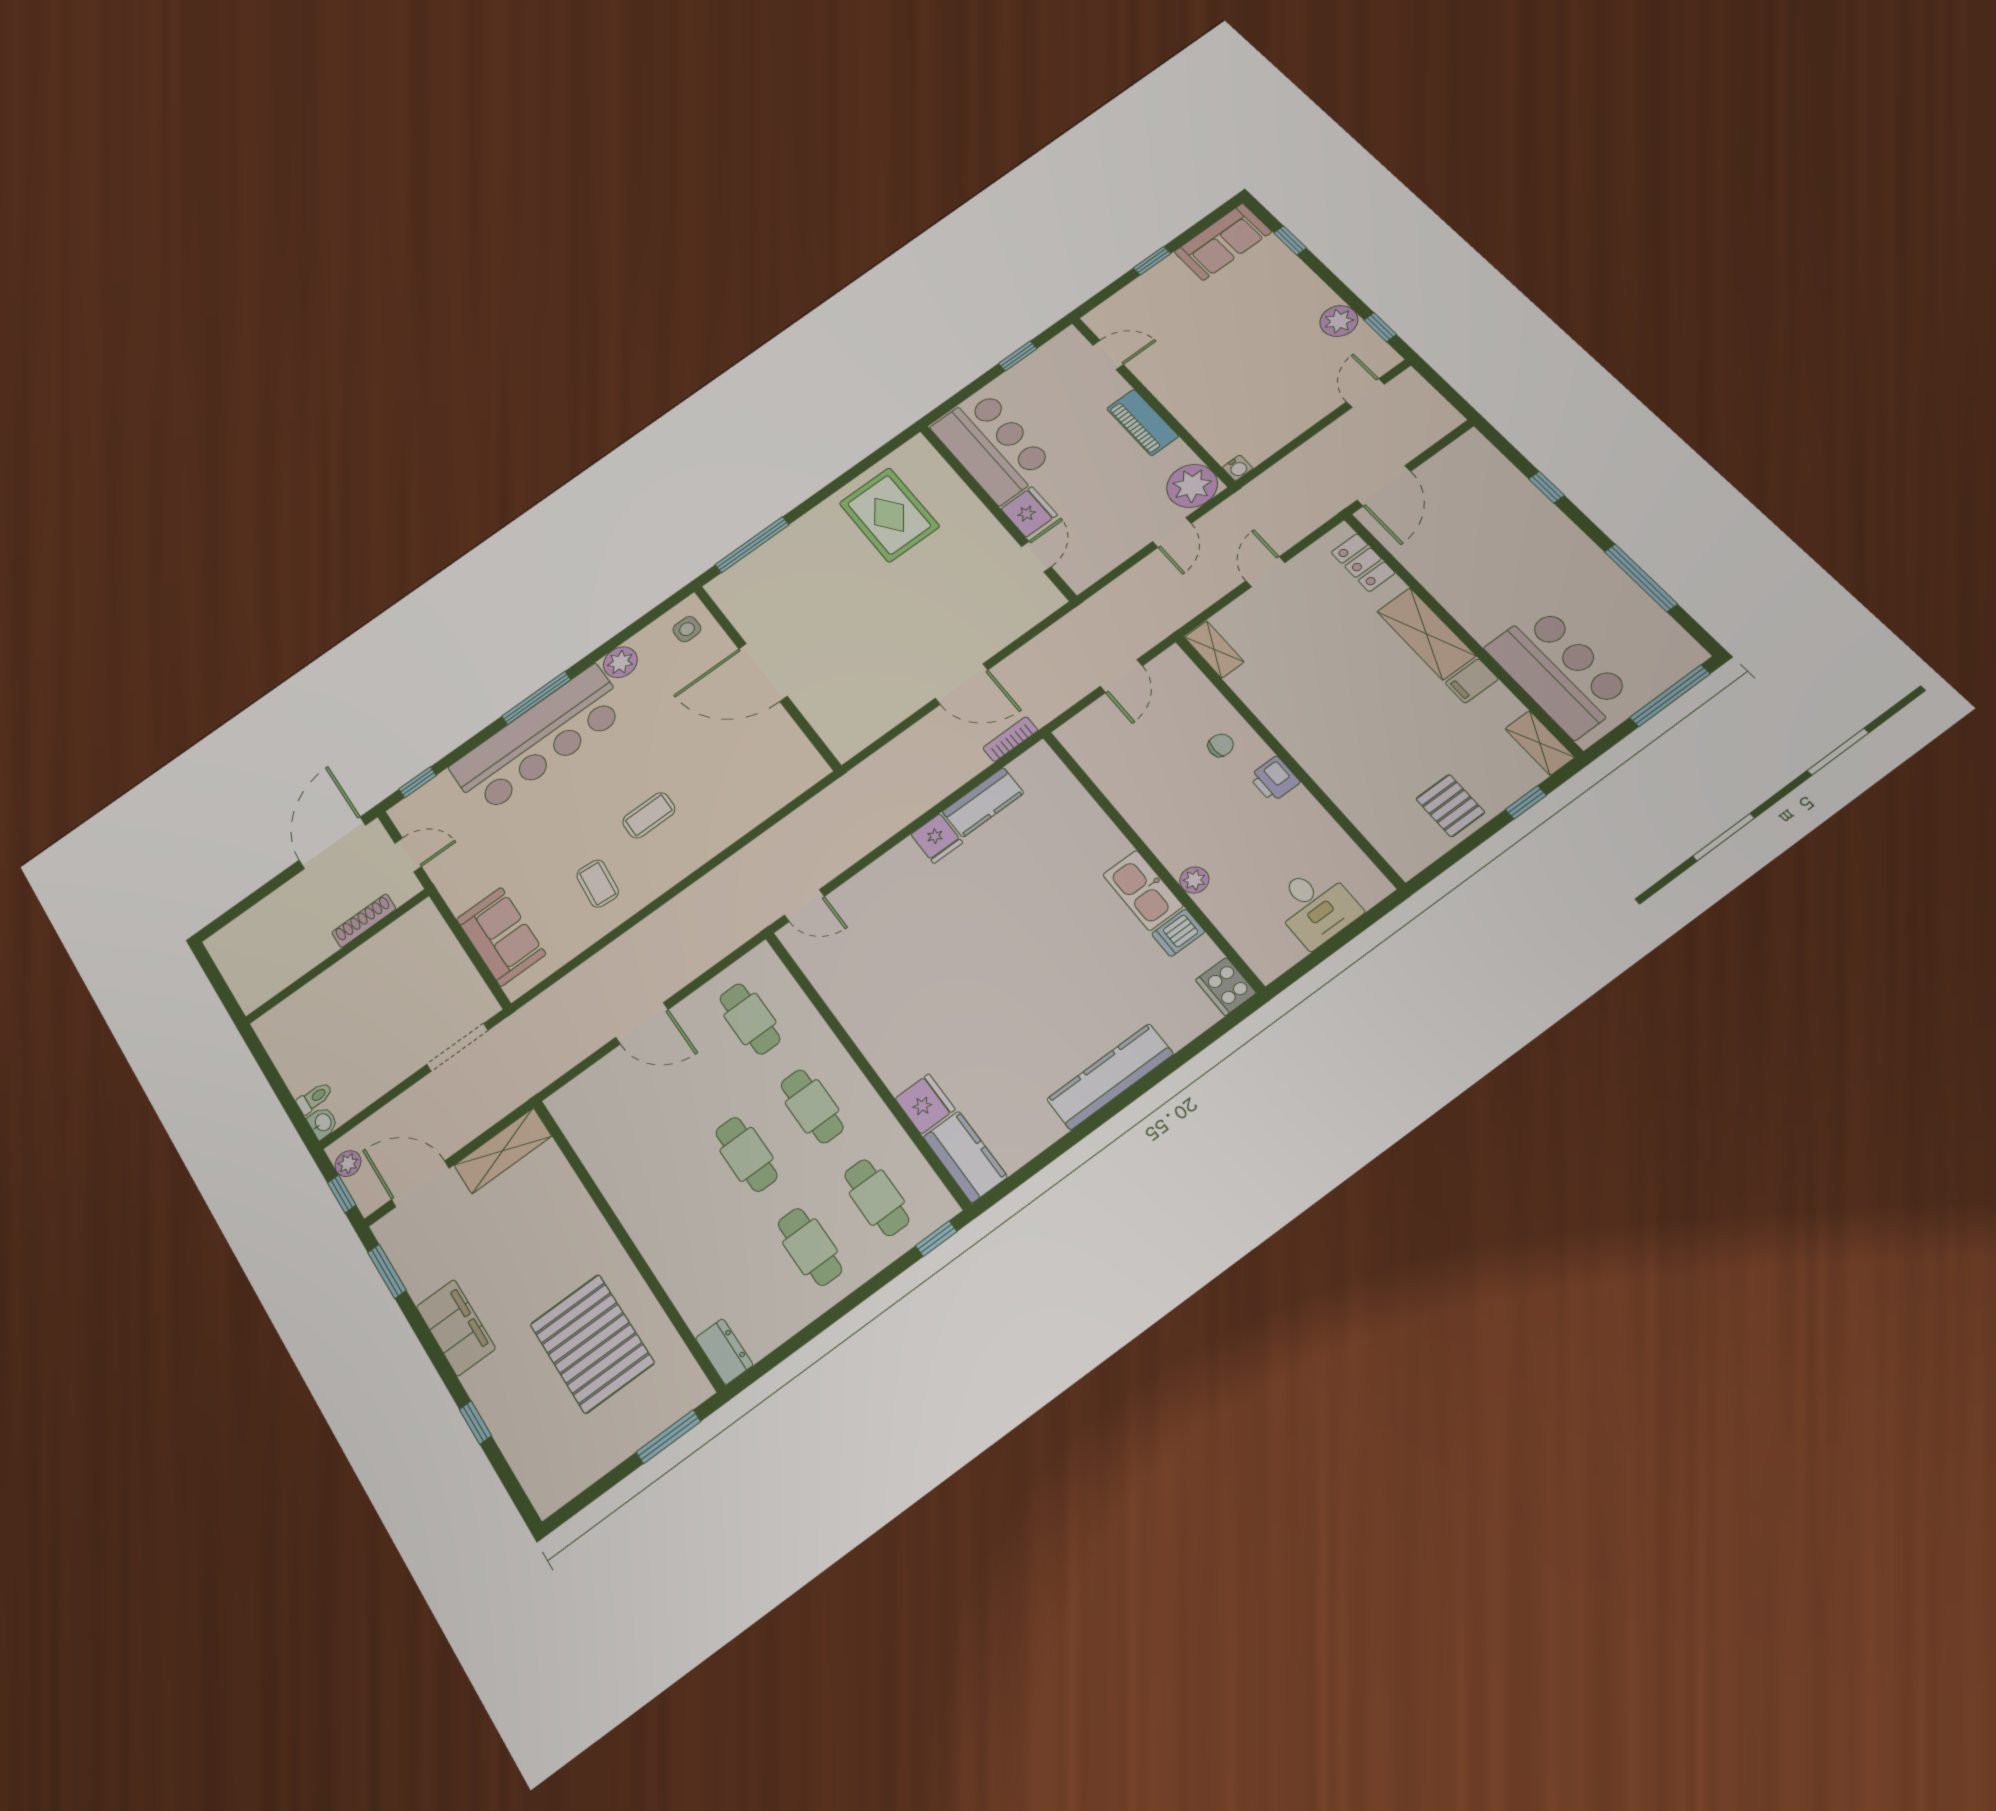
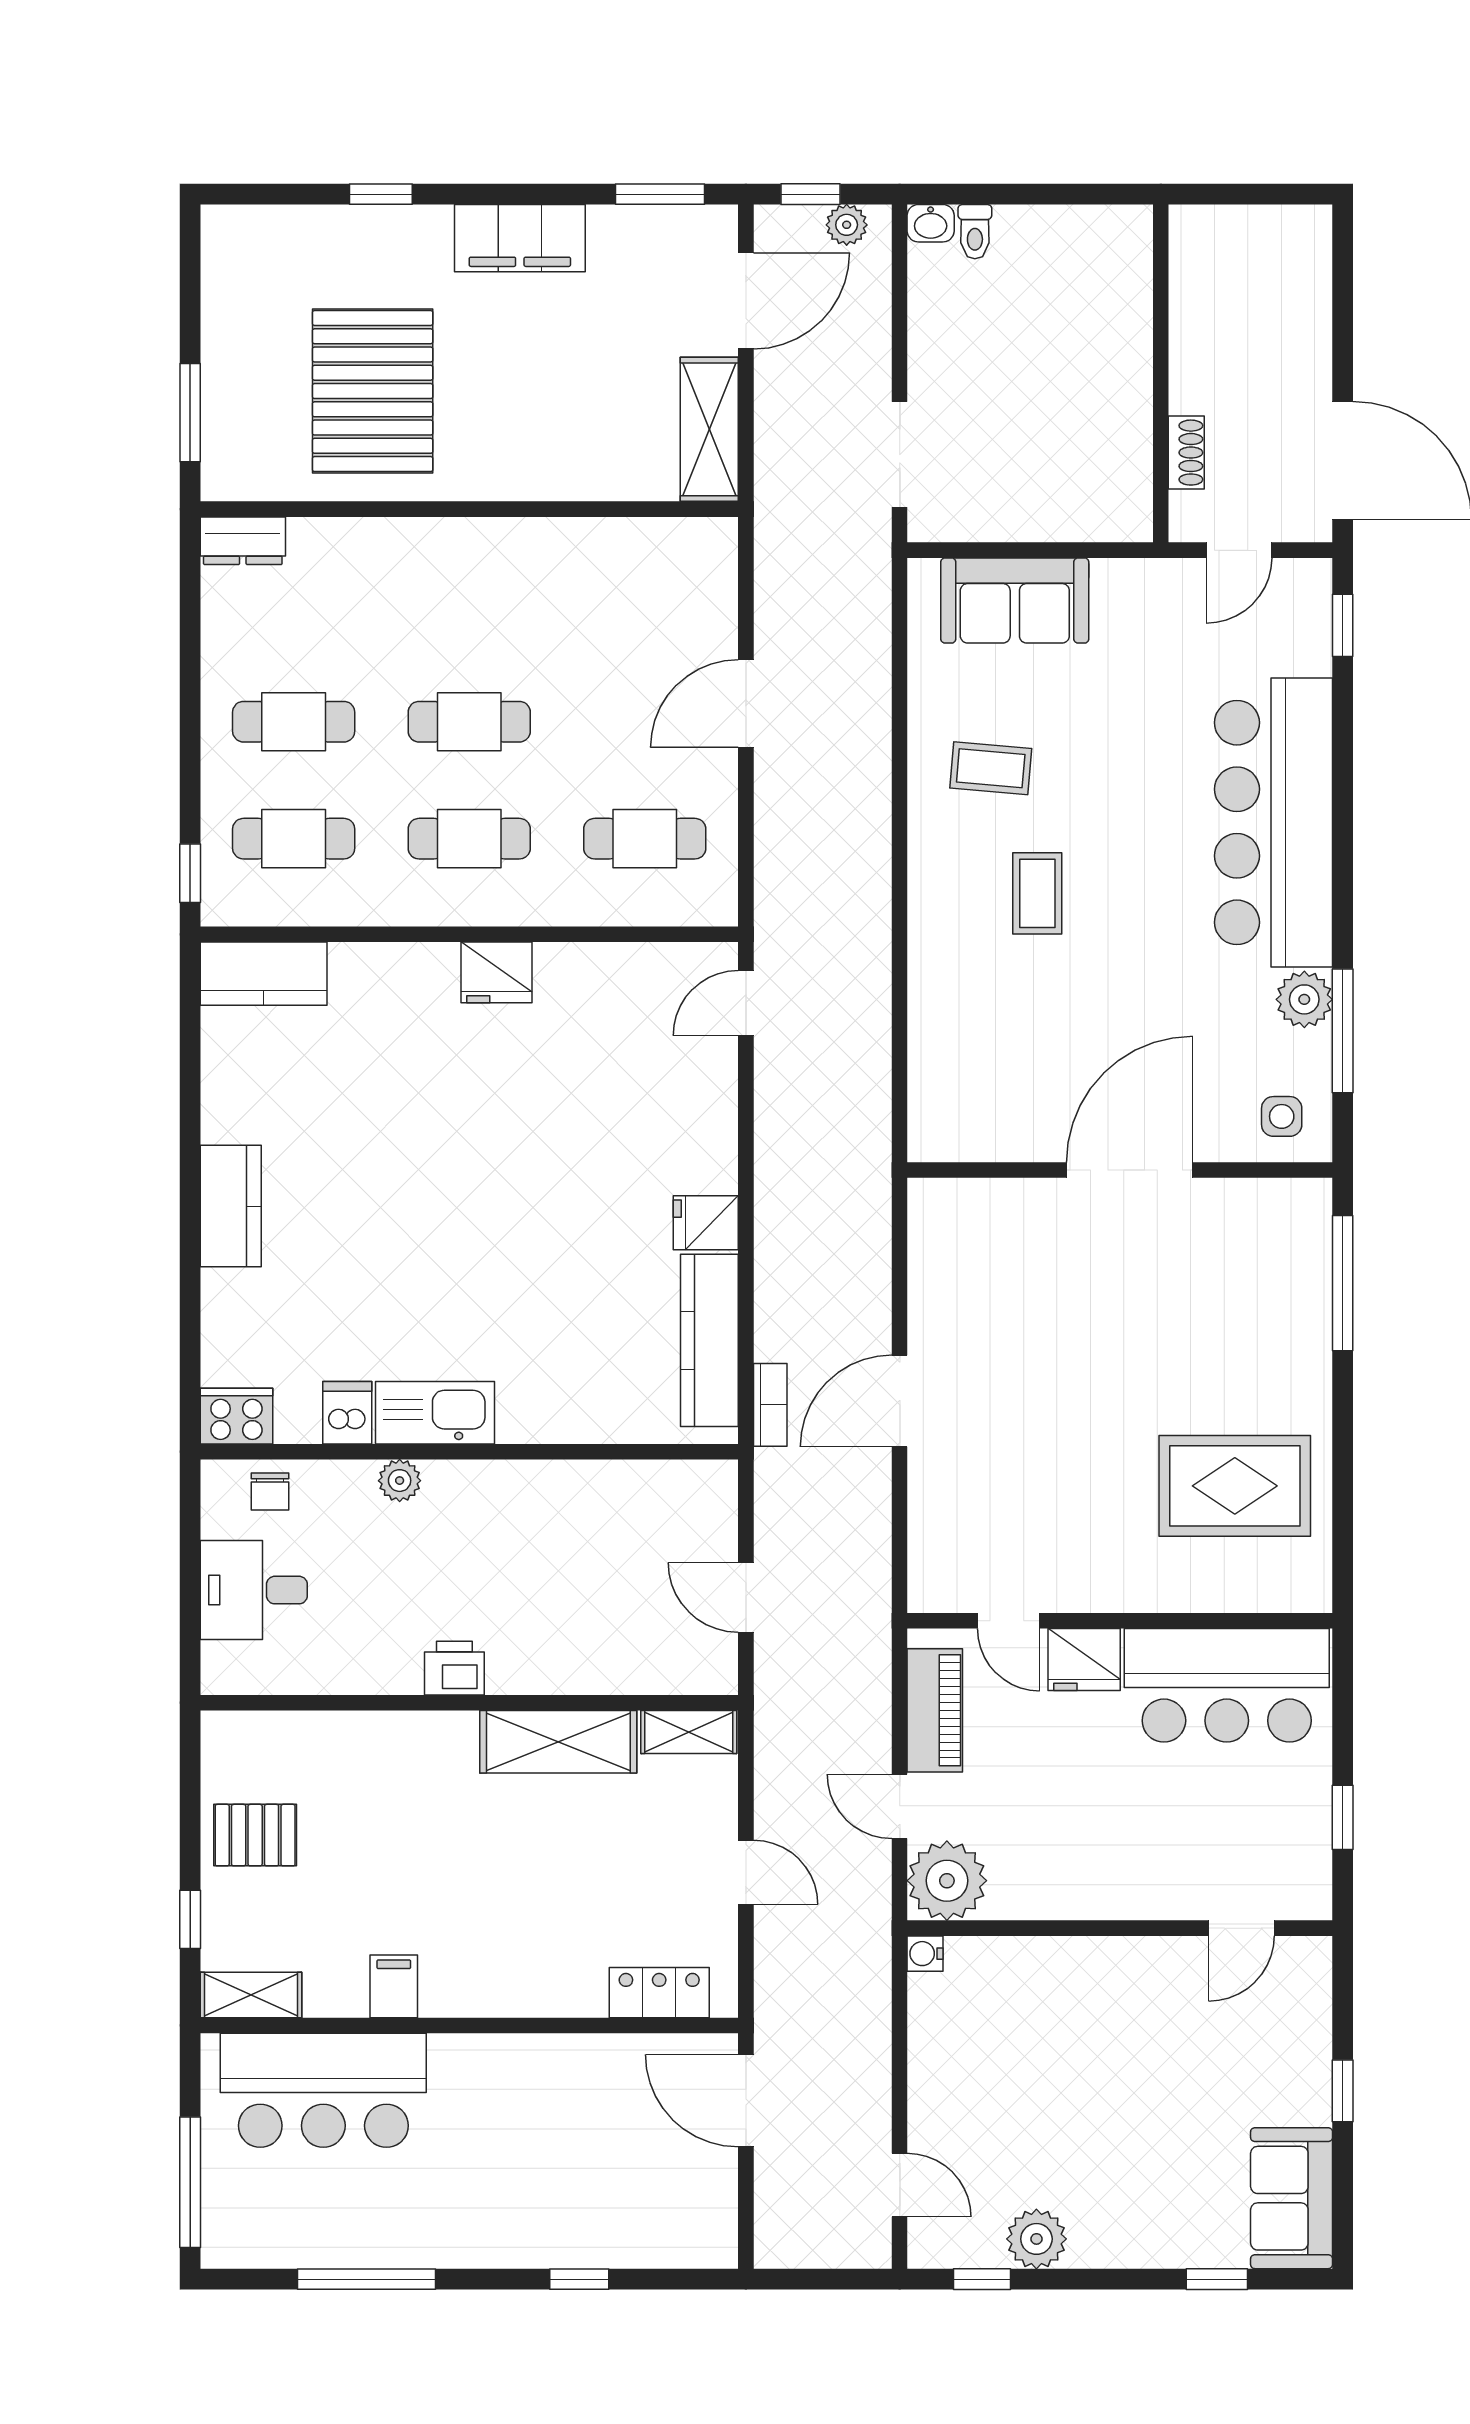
piano: (1143, 422) -> (935, 1710), moved, turned 90
shelving: (1426, 634) -> (558, 1742), moved
window: (536, 698) -> (1343, 1031), moved
chair: (1221, 745) -> (270, 1492), moved
kitchen counter: (983, 802) -> (709, 1340), width x1.50
shoe rack: (364, 921) -> (1186, 453), width x0.70
kitchen counter: (1110, 1077) -> (231, 1206), width x0.67
fridge: (925, 1104) -> (497, 972), moved
pallet: (592, 1344) -> (373, 391), turned 90

